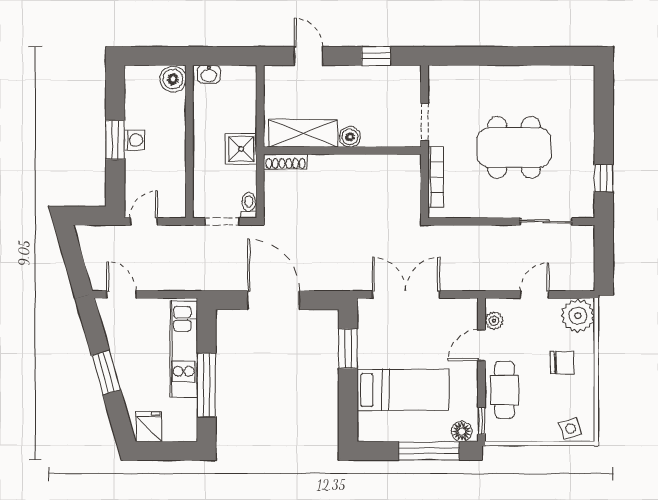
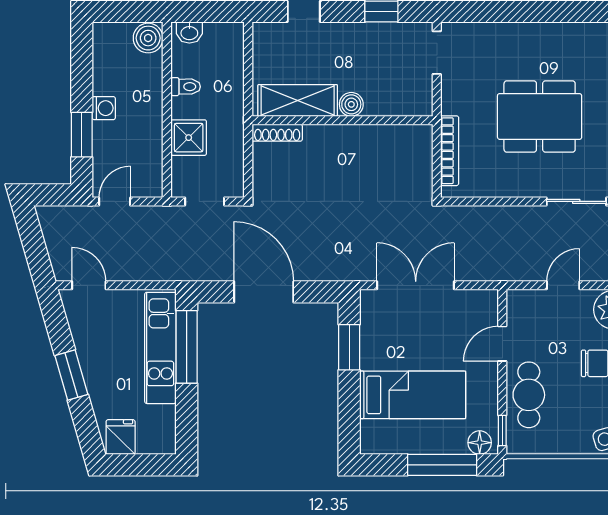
doorway: (424, 122) -> (437, 53), moved
window: (115, 140) -> (82, 135), moved
shower: (241, 149) -> (189, 138), moved
toilet: (249, 205) -> (186, 87), moved, turned 90
plant: (494, 321) -> (517, 315), removed
window: (206, 385) -> (187, 347), moved

